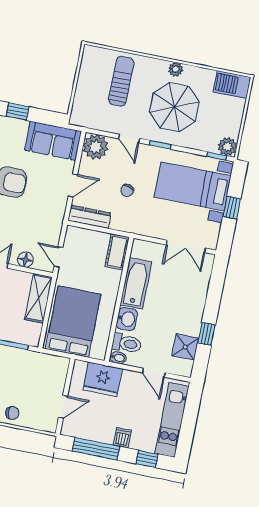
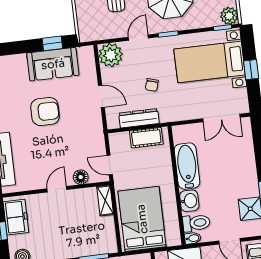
window: (17, 111) -> (52, 43), moved
door: (129, 139) -> (138, 38), swing flipped
sofa: (53, 141) -> (53, 64), moved
door: (73, 185) -> (101, 96), hinge flipped
dresser: (90, 217) -> (139, 118), moved
cot: (117, 252) -> (146, 138), moved, turned 90
shelving: (39, 298) -> (105, 200), width x0.67, depth x0.75

